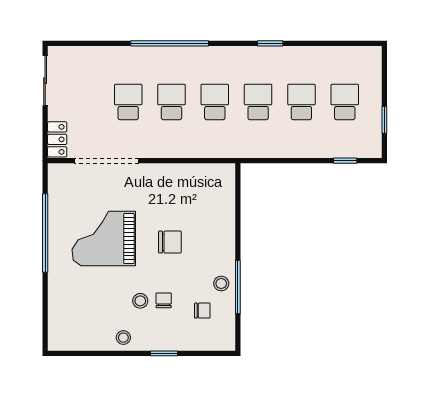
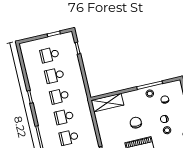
shelving: (223, 195) -> (107, 103), added

